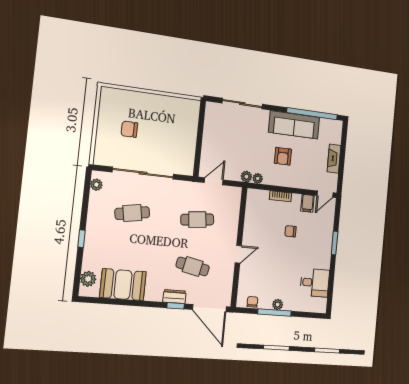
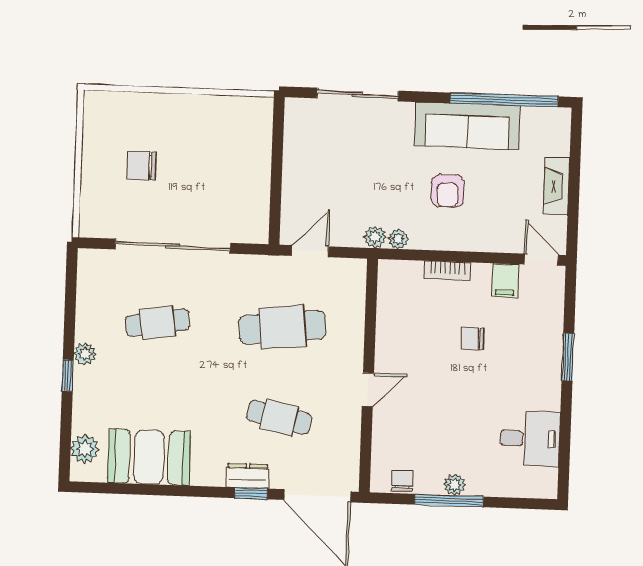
plant: (96, 185) -> (85, 354), moved
door: (325, 194) -> (541, 260), swing flipped
cafe table: (197, 220) -> (282, 327), width x1.37, depth x1.35

